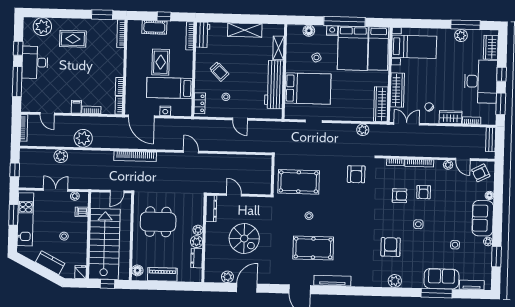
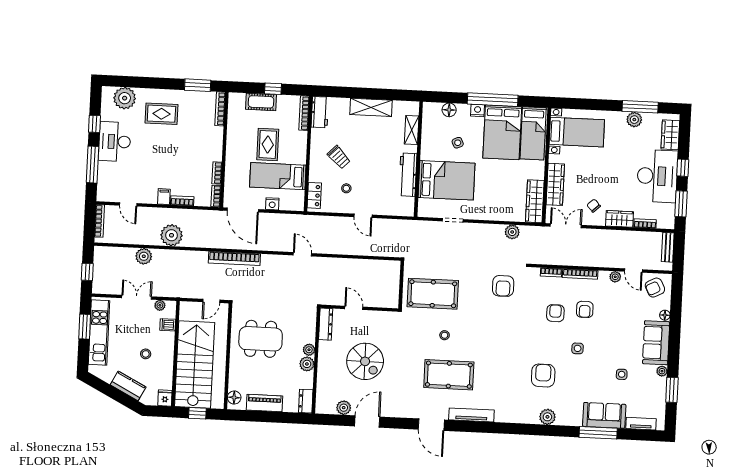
workbench: (274, 85) -> (408, 175), width x0.73, depth x0.76
armchair: (400, 196) -> (555, 313), turned -90
dresser: (197, 258) -> (306, 401), moved

